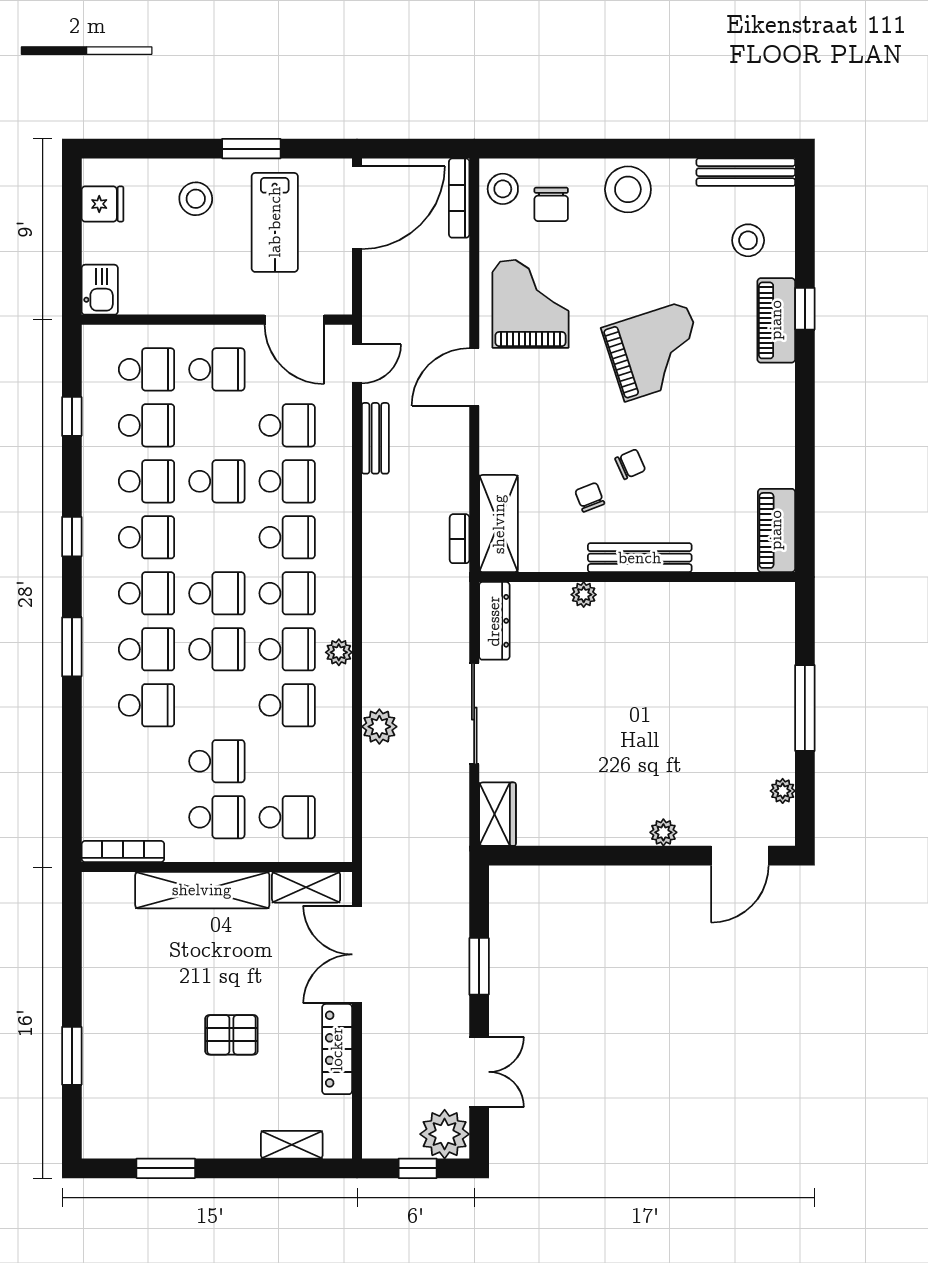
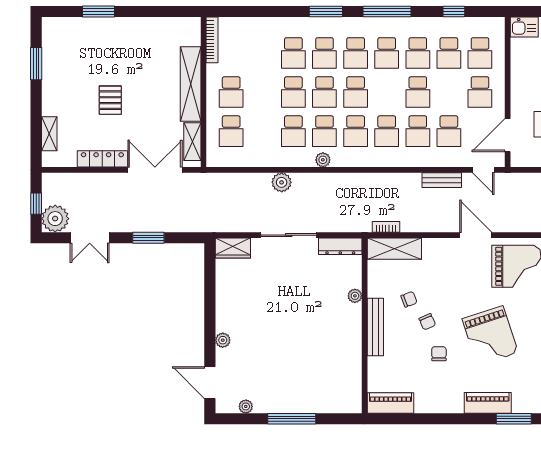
window: (805, 309) -> (514, 419), width x1.50
piano: (776, 320) -> (488, 403), moved
chair: (688, 443) -> (439, 354), added
window: (72, 537) -> (387, 12), width x2.17
school desk: (217, 761) -> (293, 92), moved

